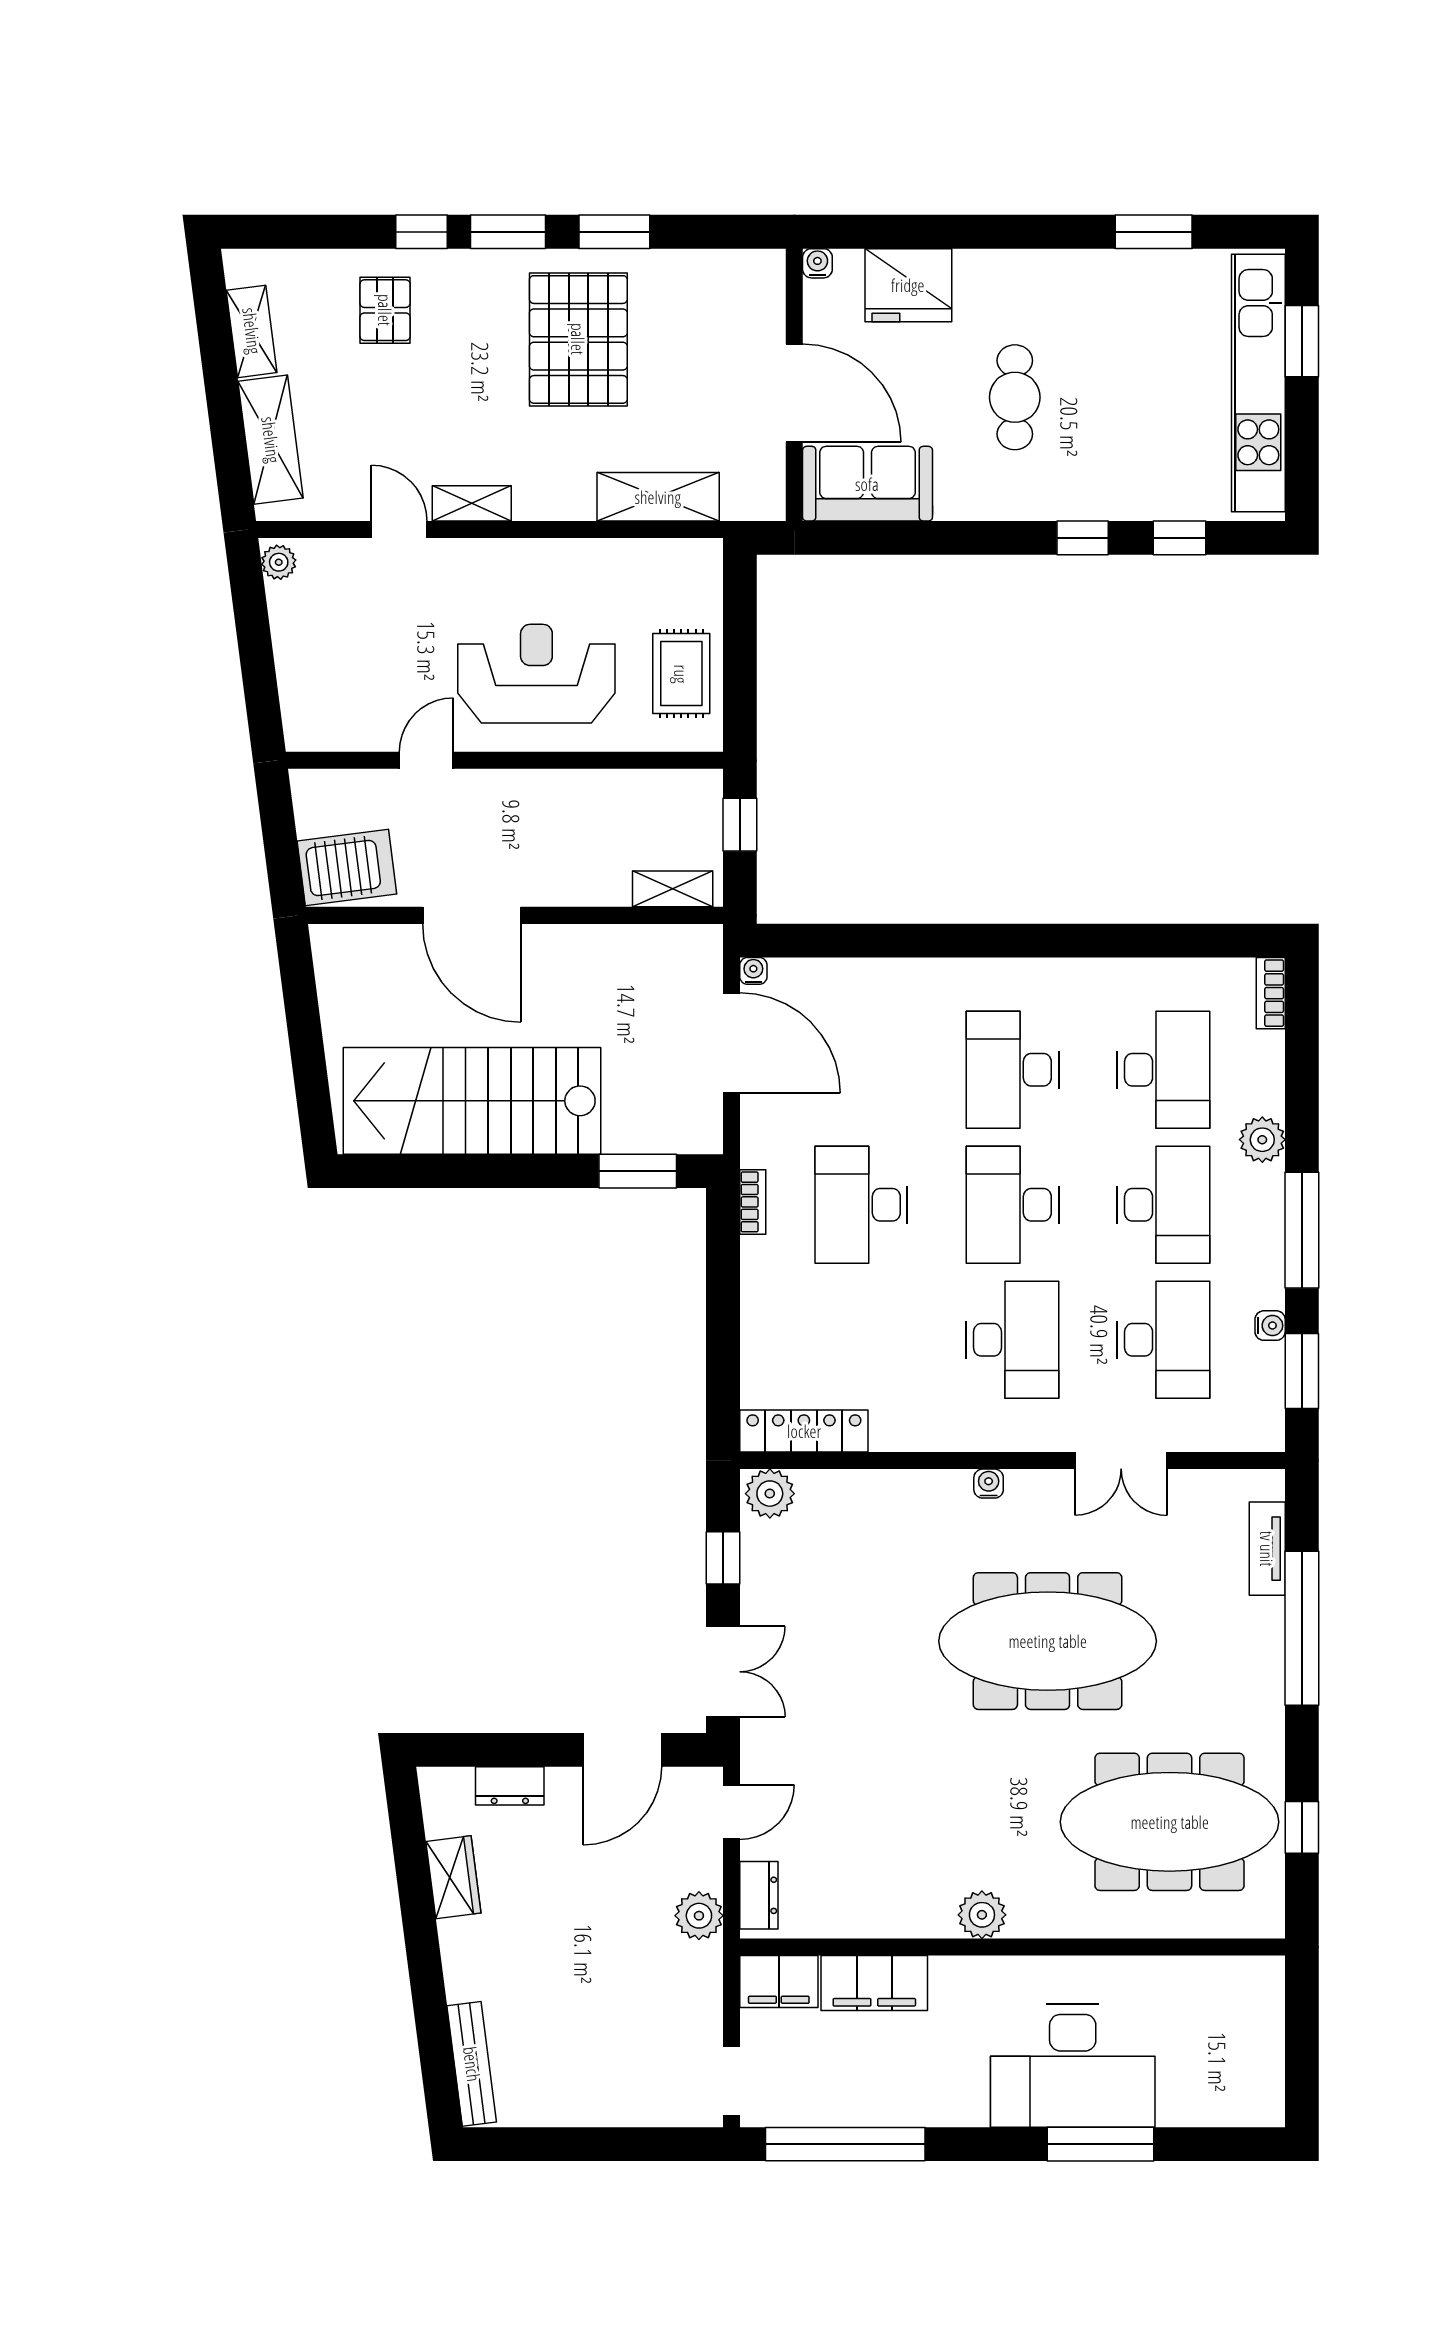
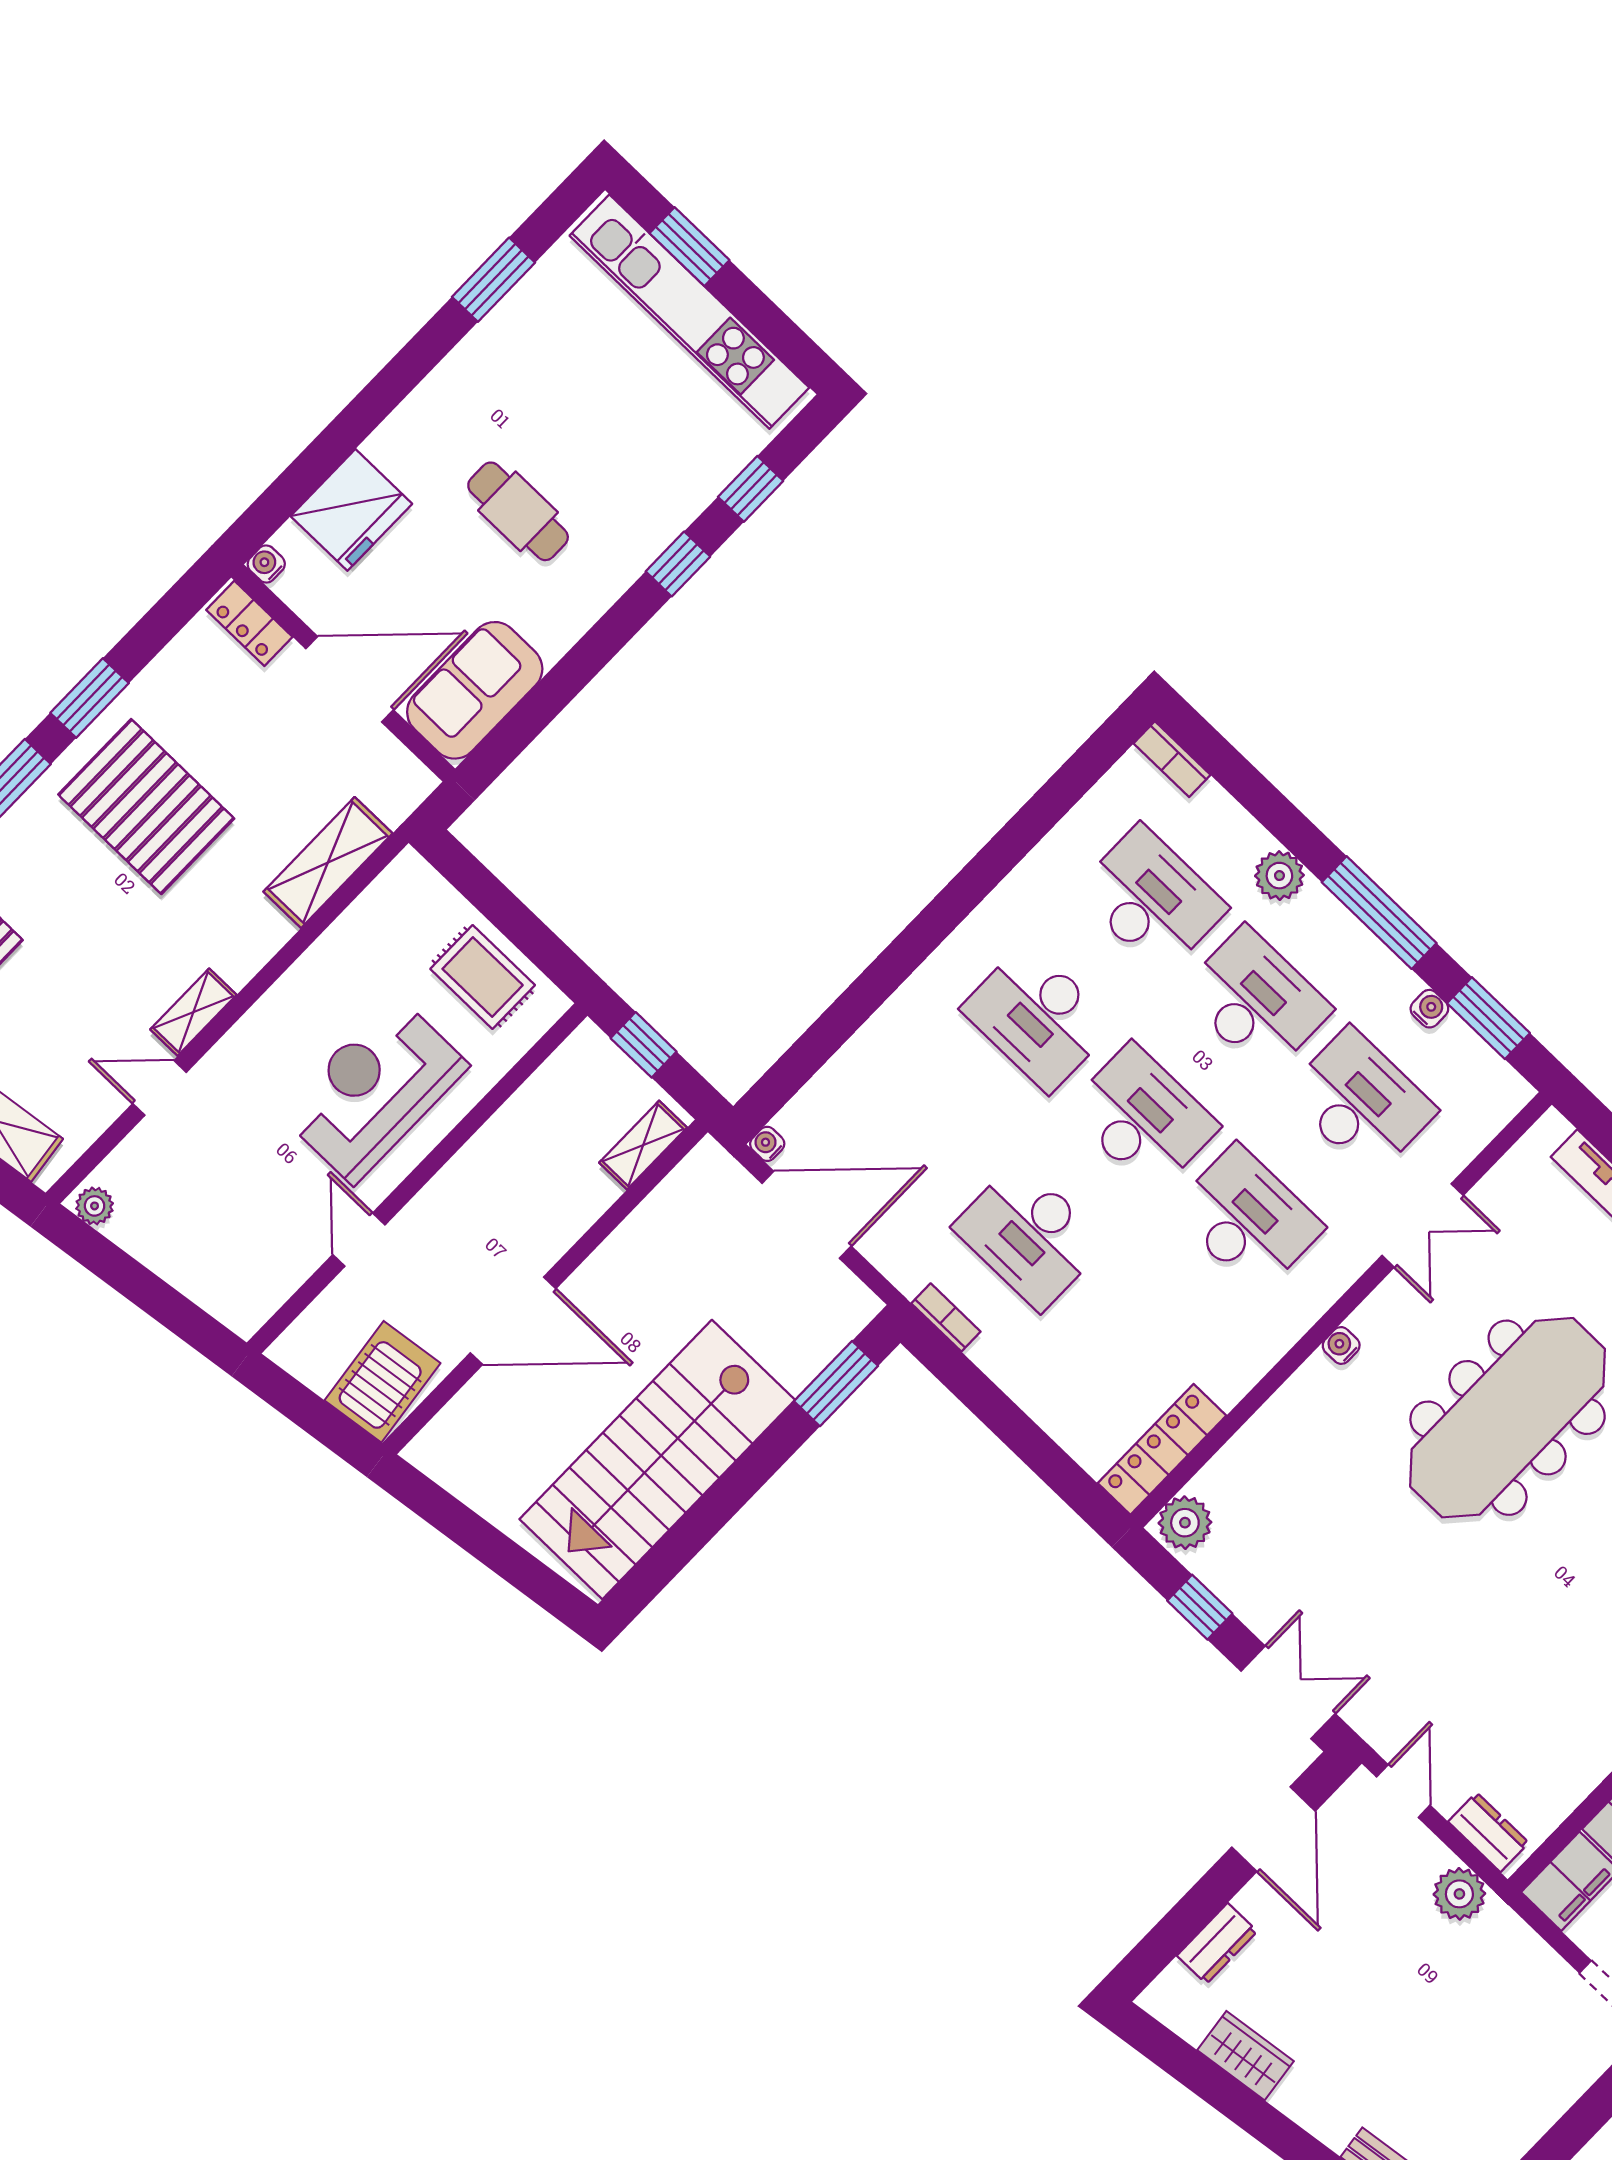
locker: (767, 290) -> (249, 623), added
desk: (1012, 1205) -> (1143, 1118), turned 180

